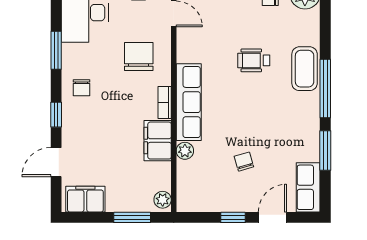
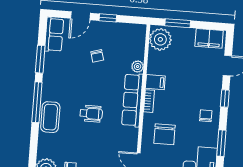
wheelchair: (254, 60) -> (91, 114), moved
filing cabinet: (158, 141) -> (155, 82), width x0.50
plant: (163, 200) -> (160, 39), width x1.88, depth x1.88

